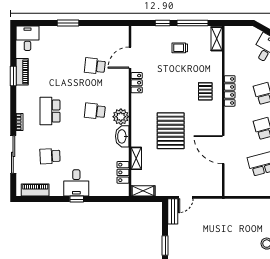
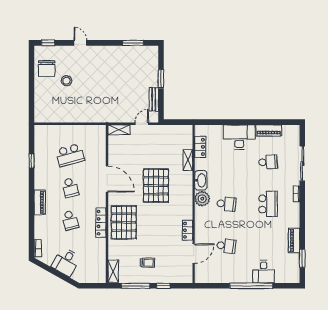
window: (68, 23) -> (251, 286), width x2.11
desk: (27, 38) -> (264, 272), moved
window: (13, 76) -> (302, 258), moved
pallet: (205, 91) -> (124, 222), width x2.05, depth x2.00
door: (223, 150) -> (107, 179), moved
desk: (76, 183) -> (239, 137), width x1.37
piano: (35, 190) -> (269, 130), moved
shelving: (143, 191) -> (119, 130), moved
window: (77, 199) -> (243, 122), removed
bench: (173, 211) -> (154, 99), moved

